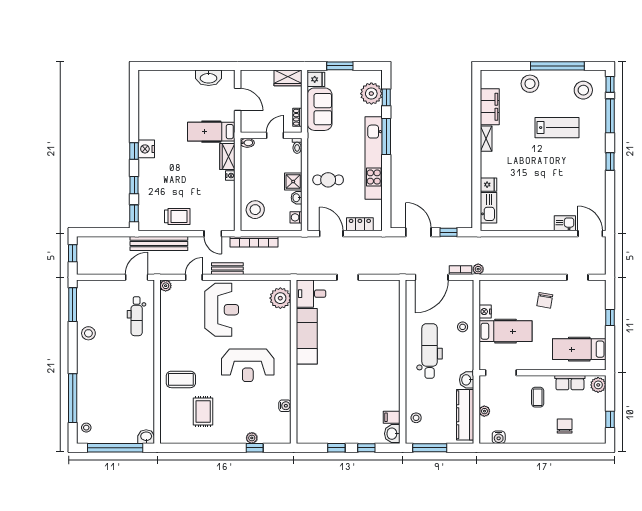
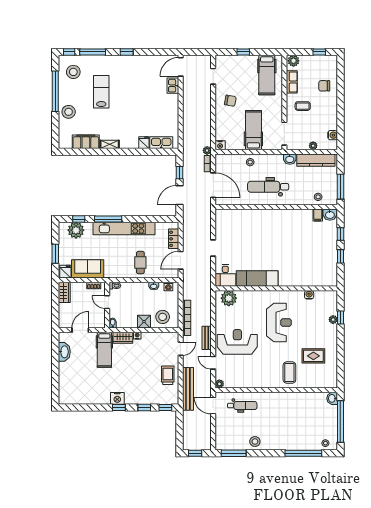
shower: (293, 182) -> (144, 322), moved
nightstand: (485, 312) -> (220, 145), moved

